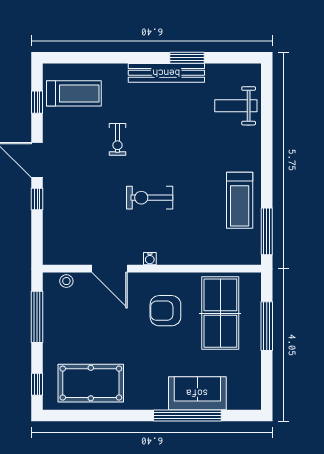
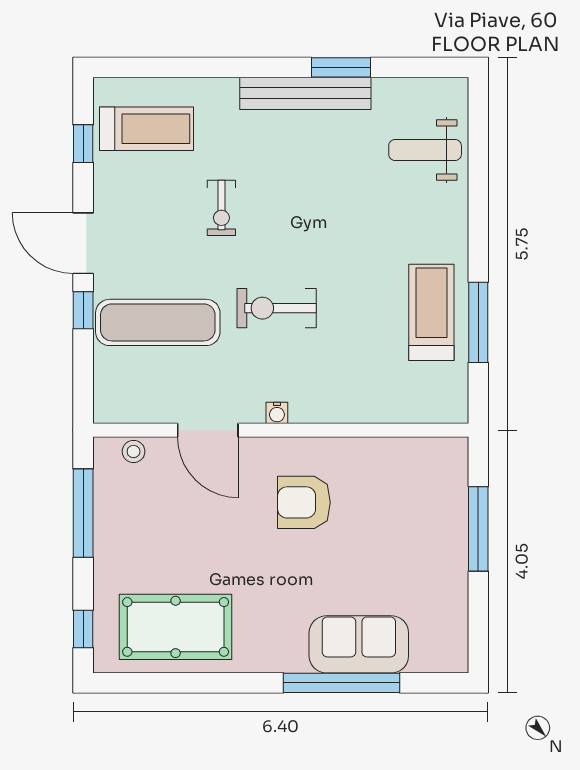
treadmill: (240, 200) -> (431, 312), turned 180
exercise mat: (80, 206) -> (158, 322), added
window: (267, 231) -> (478, 322), moved
table tennis table: (220, 313) -> (398, 506), removed

